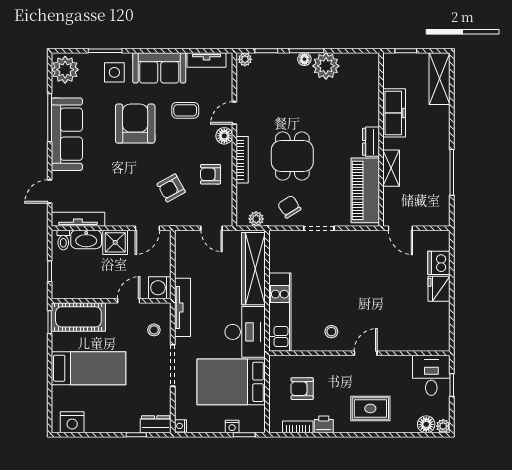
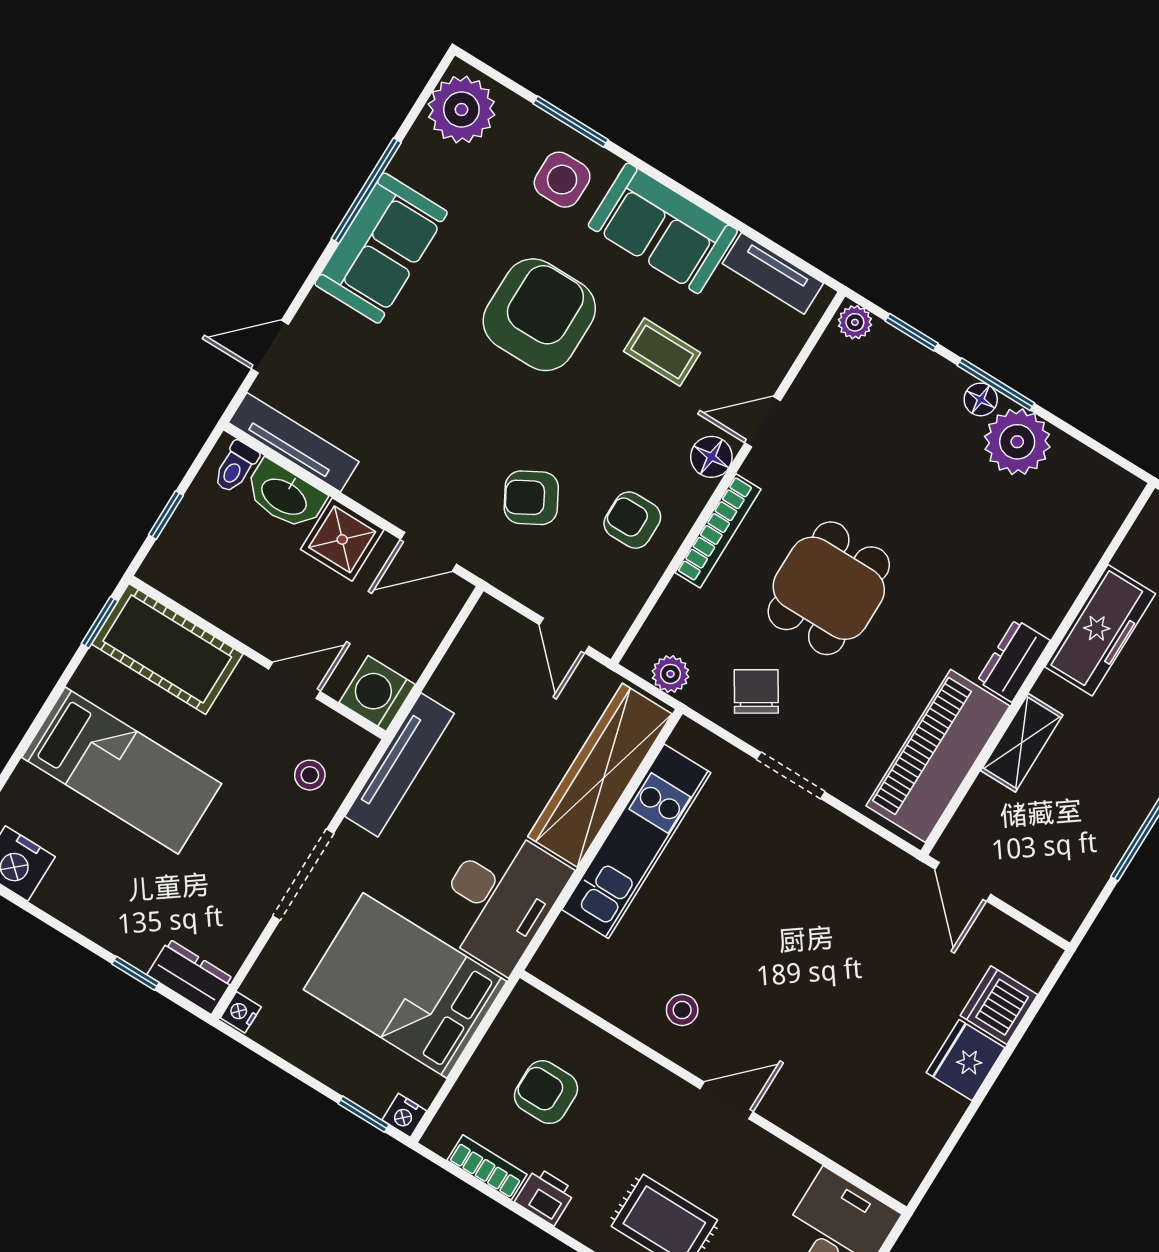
sofa: (67, 134) -> (381, 248), width x0.73
kitchen unit: (280, 312) -> (636, 841), moved
nightstand: (232, 427) -> (404, 1115), moved

